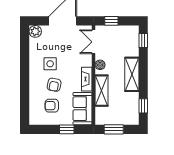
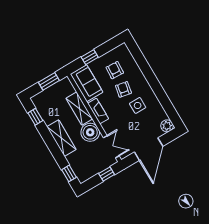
boiler: (100, 65) -> (90, 132), width x1.86, depth x1.86
armchair: (52, 106) -> (115, 70), turned -87

